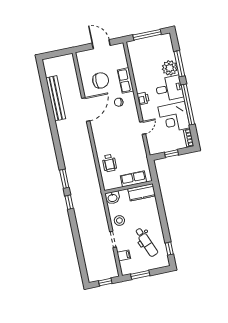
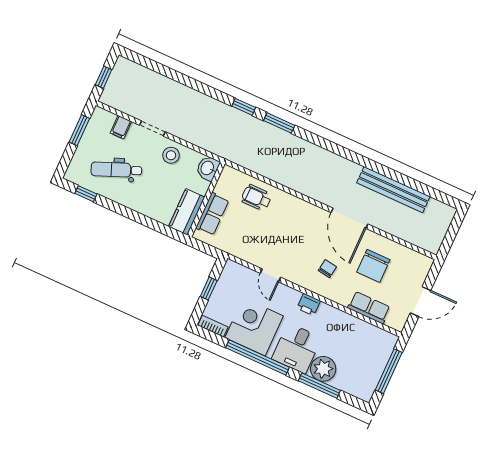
row of seats: (126, 80) -> (369, 308), moved

